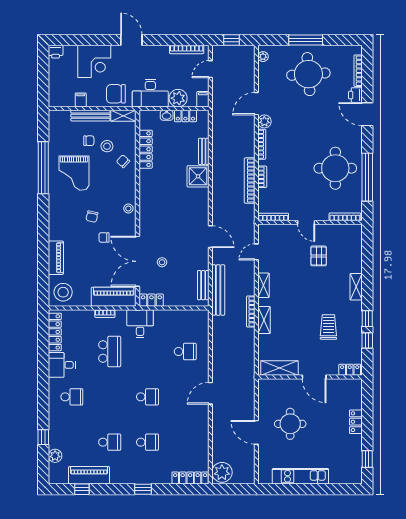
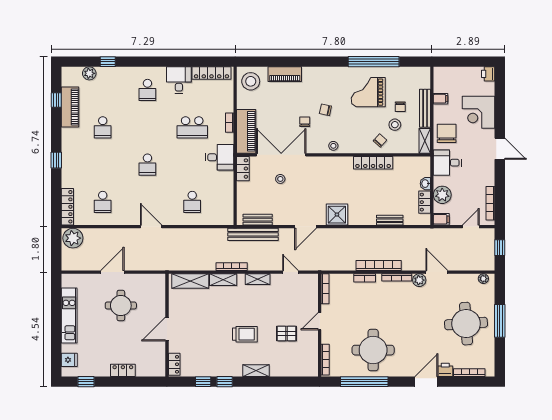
door: (131, 40) -> (500, 149), hinge flipped
door: (210, 69) -> (471, 227), hinge flipped
desk: (150, 93) -> (447, 163), width x0.73
locker: (146, 149) -> (373, 163), moved
shower: (198, 176) -> (337, 215), moved
bookcase: (250, 181) -> (379, 265), moved
trolley: (328, 327) -> (245, 334), moved
shelving: (279, 368) -> (190, 281), moved, turned 90
school desk: (147, 442) -> (103, 202), moved
fridge: (345, 476) -> (69, 360), added

